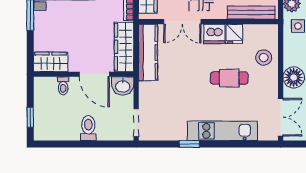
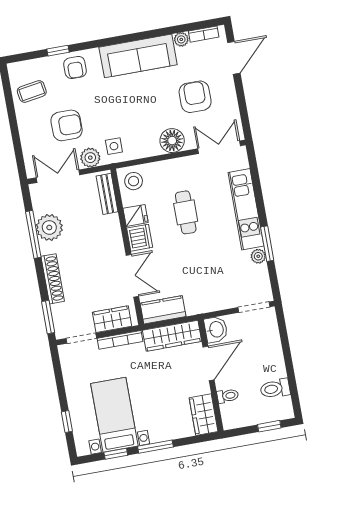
bench: (251, 13) -> (107, 194), width x0.73
kitchen counter: (148, 53) -> (163, 310), width x0.67
stool: (264, 58) -> (134, 181), moved
toilet: (88, 128) -> (275, 389), moved
plant: (180, 134) -> (258, 256), added
window: (189, 144) -> (267, 244), width x1.50

